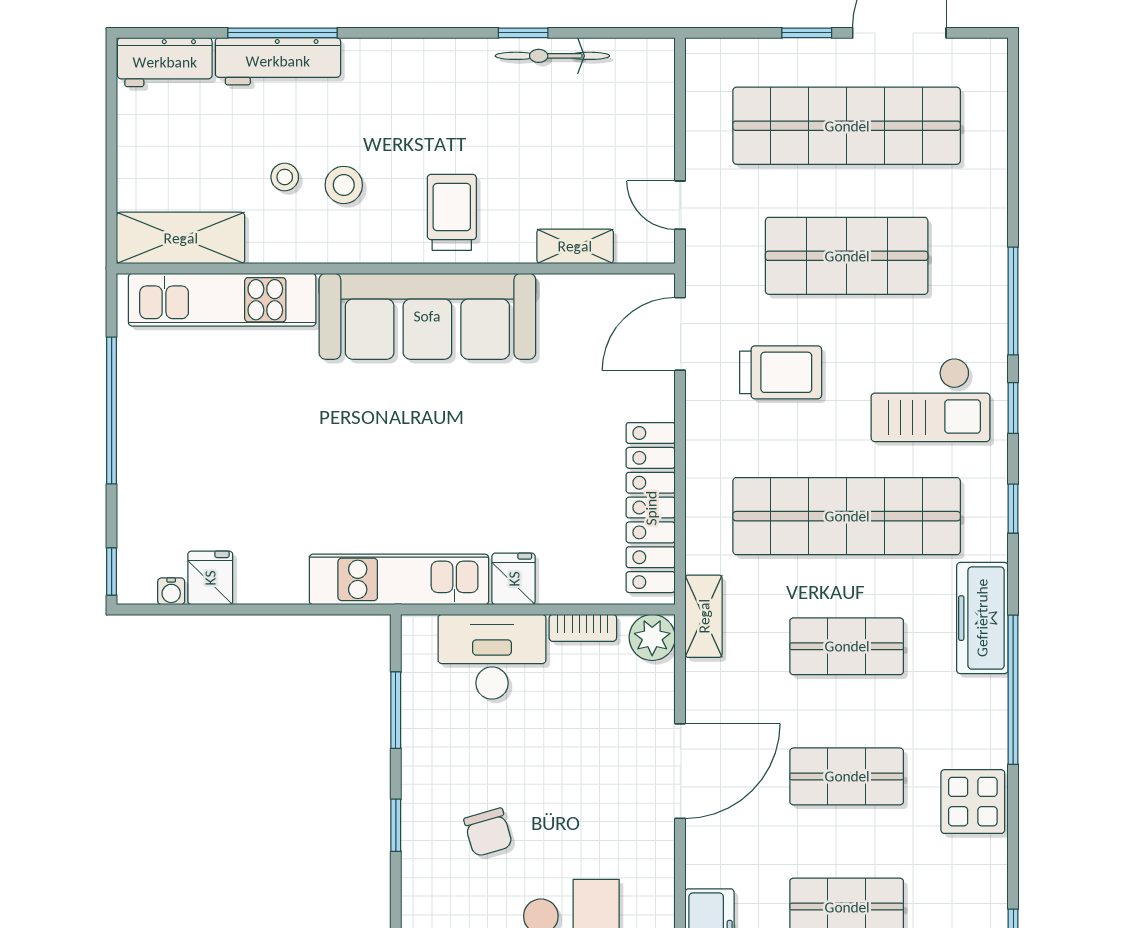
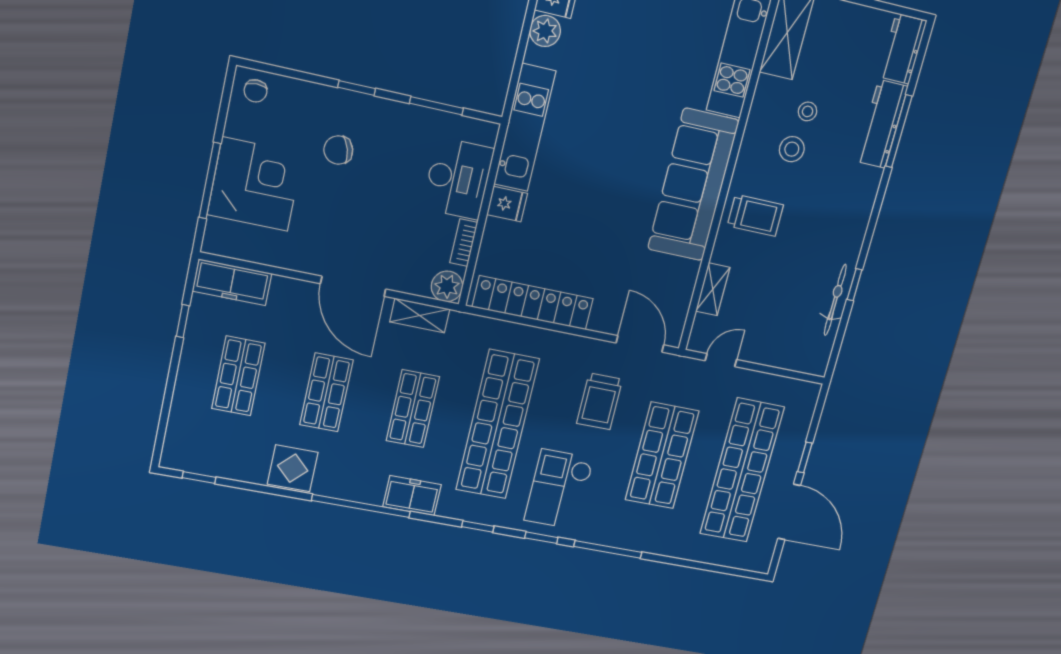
plant: (258, 583) -> (545, 31), added
shelving: (704, 616) -> (420, 315), moved
freezer: (982, 618) -> (412, 496), width x0.71

